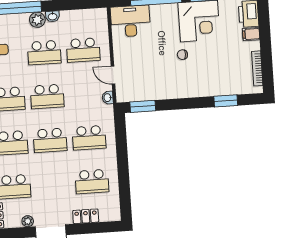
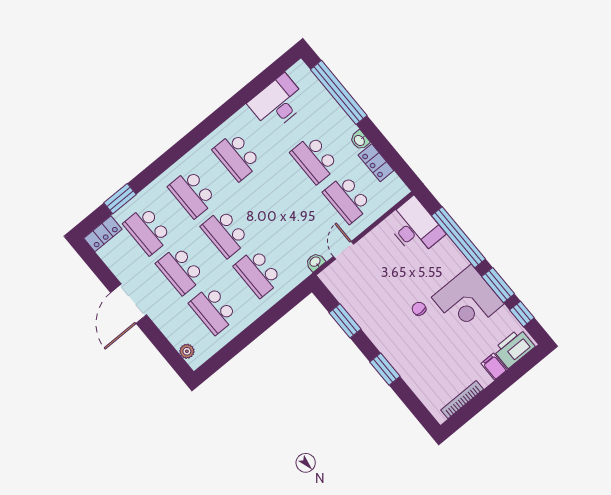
plant: (37, 20) -> (344, 126), removed
school desk: (47, 96) -> (180, 270), moved
window: (226, 101) -> (385, 369), moved
window: (143, 106) -> (345, 321), moved
locker: (86, 216) -> (376, 163), moved, turned 180
plant: (28, 221) -> (187, 351), moved

